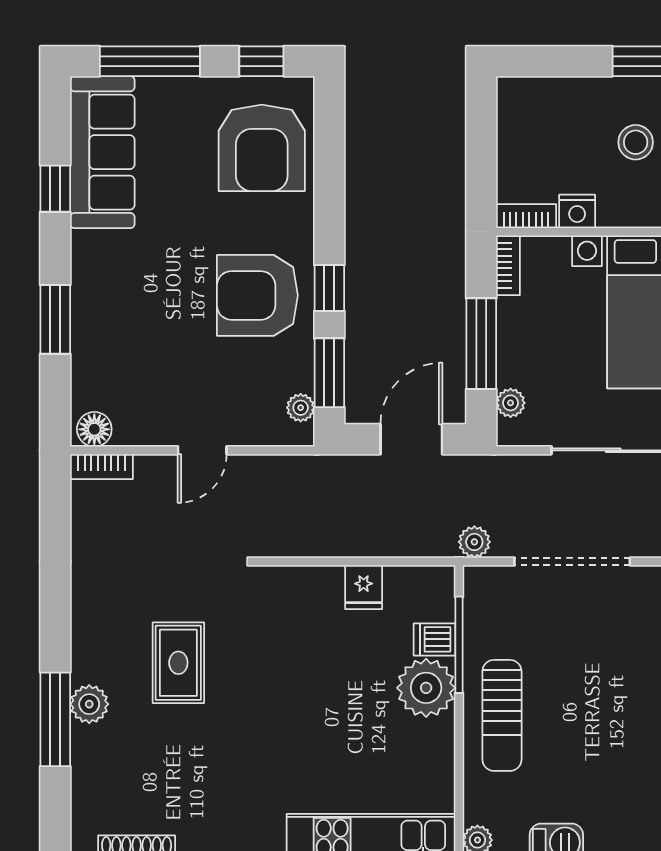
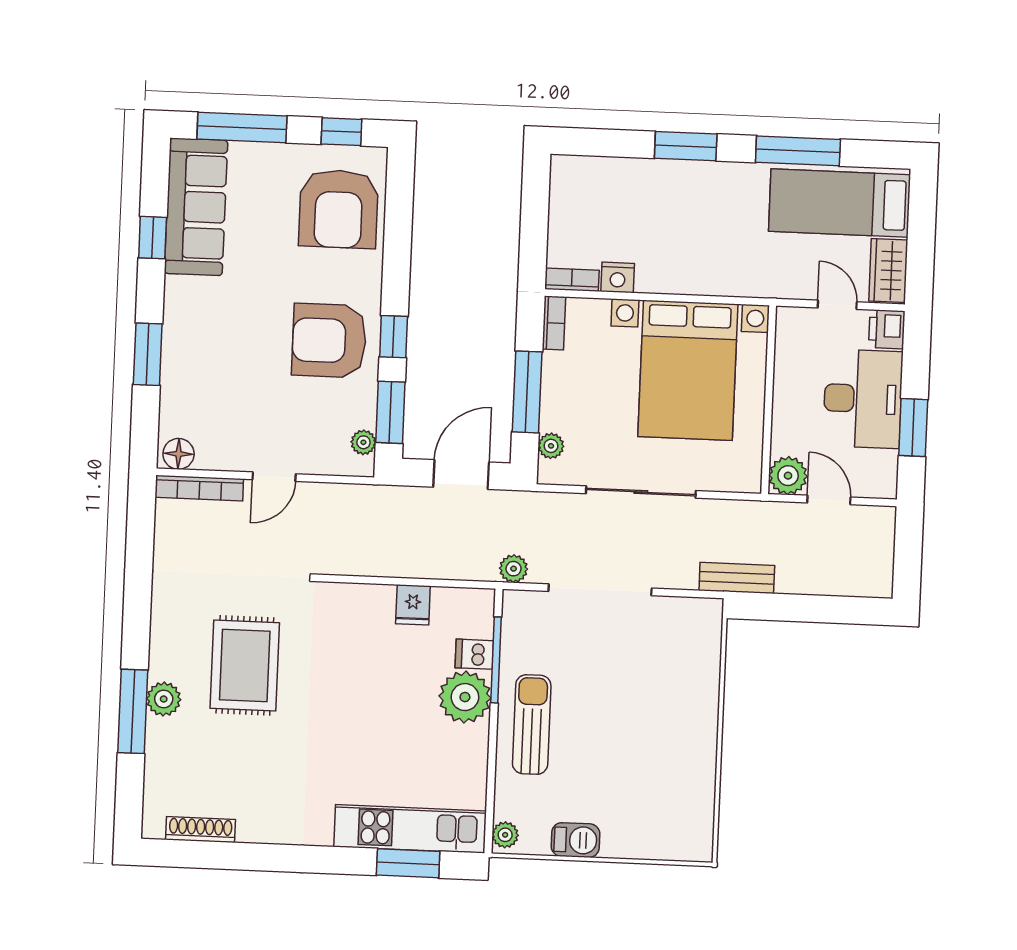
stool: (636, 142) -> (672, 218), removed
bookcase: (101, 467) -> (199, 488), width x1.56
rug: (178, 663) -> (245, 665), width x1.36, depth x1.43
sun lounger: (502, 715) -> (532, 725), turned 180

